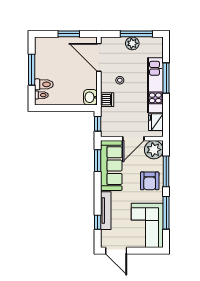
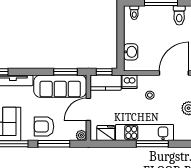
toilet: (44, 84) -> (179, 15), moved
washbasin: (90, 97) -> (131, 52), moved, turned 90
kitchen counter: (108, 122) -> (106, 83), added
door: (133, 139) -> (88, 109), hinge flipped
plant: (154, 150) -> (81, 135), width x0.53, depth x0.53

